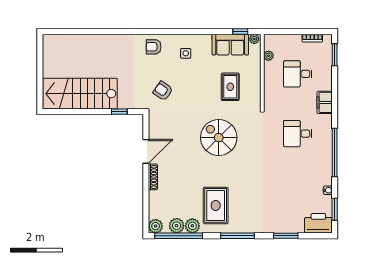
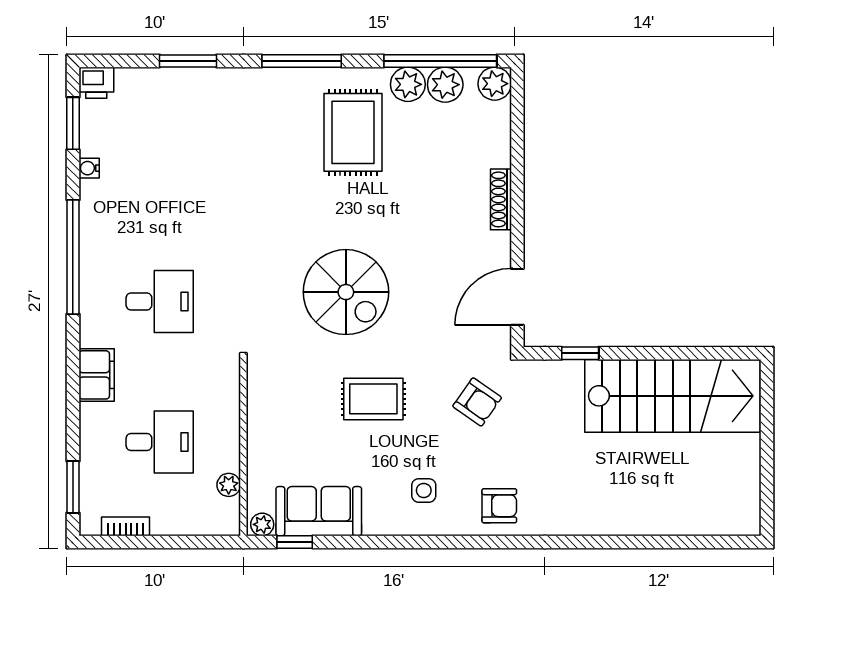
rug: (230, 87) -> (373, 399), moved, turned 90
door: (146, 151) -> (517, 297), moved
printer: (318, 223) -> (96, 83), width x0.53, depth x0.68

